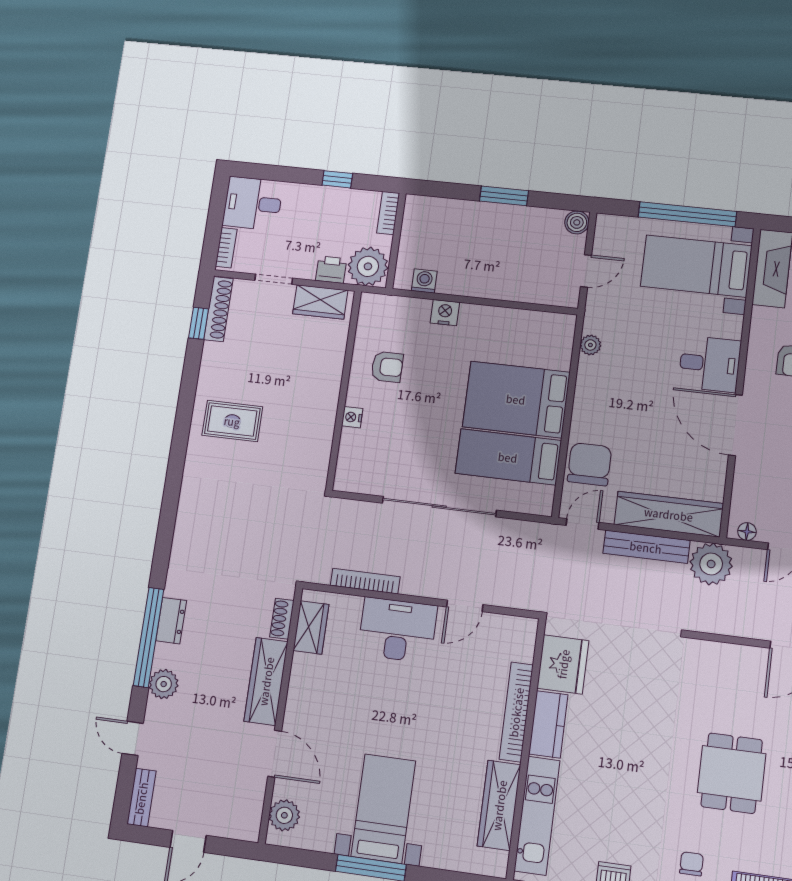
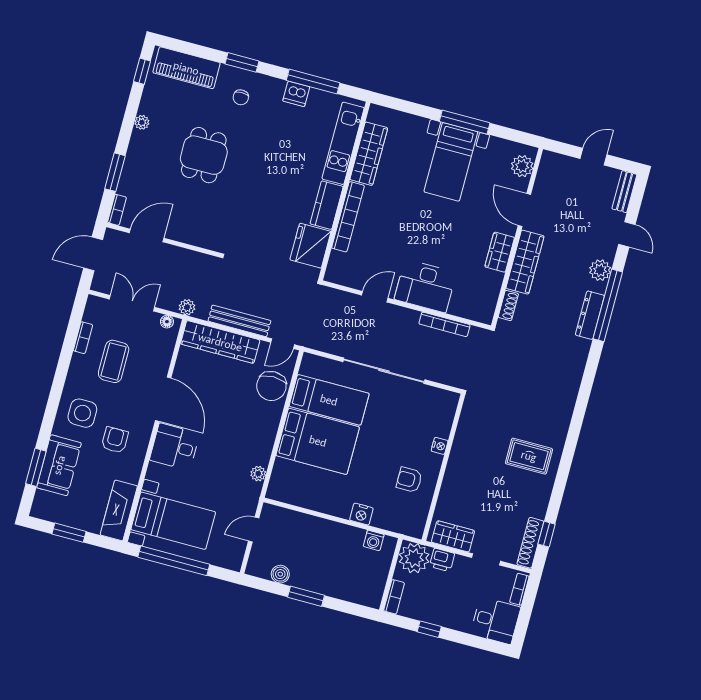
boiler: (577, 222) -> (280, 574), moved
plant: (711, 564) -> (187, 307), width x0.53, depth x0.53
dresser: (171, 621) -> (590, 315), width x1.44
wardrobe: (311, 628) -> (500, 252), moved

